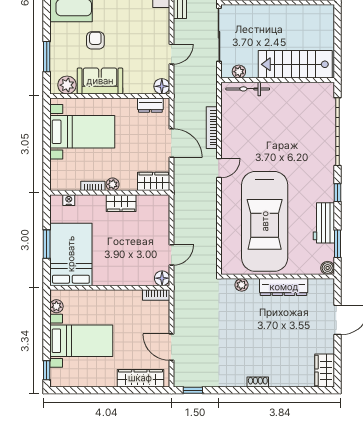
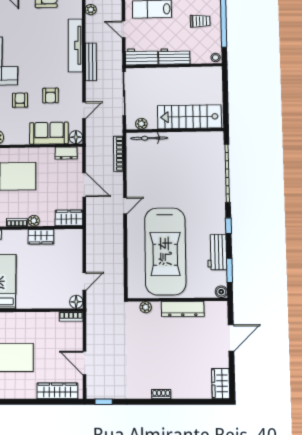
armchair: (132, 36) -> (50, 96), added
sofa: (100, 81) -> (49, 133), moved
bookcase: (212, 128) -> (118, 154), moved

